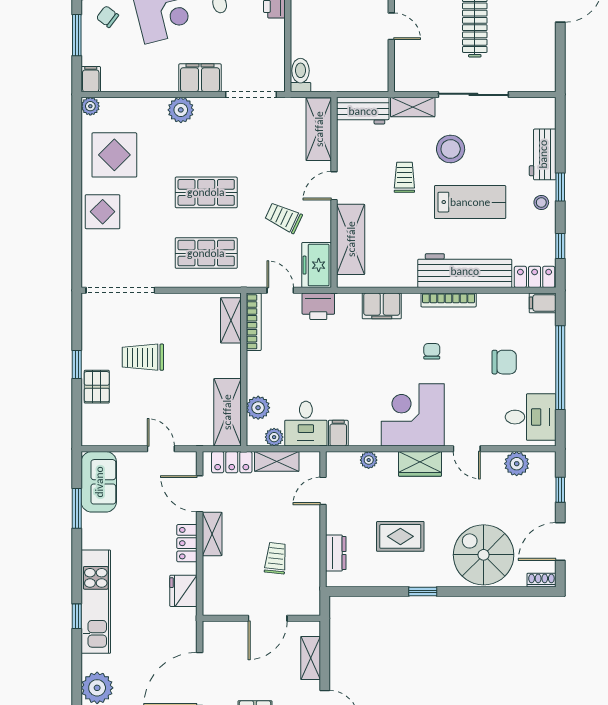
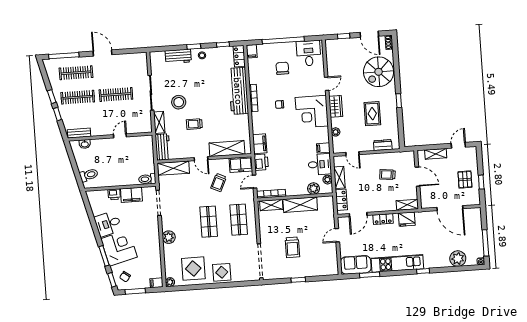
filing cabinet: (200, 78) -> (131, 195), moved, turned -90
lab bench: (470, 202) -> (204, 91), removed
filing cabinet: (382, 306) -> (260, 144), moved
pallet: (97, 387) -> (309, 269), removed
shelving: (227, 412) -> (300, 205), moved
plant: (517, 464) -> (332, 59), removed
shelving: (212, 534) -> (407, 205), moved
kitchen unit: (96, 602) -> (397, 263), moved

